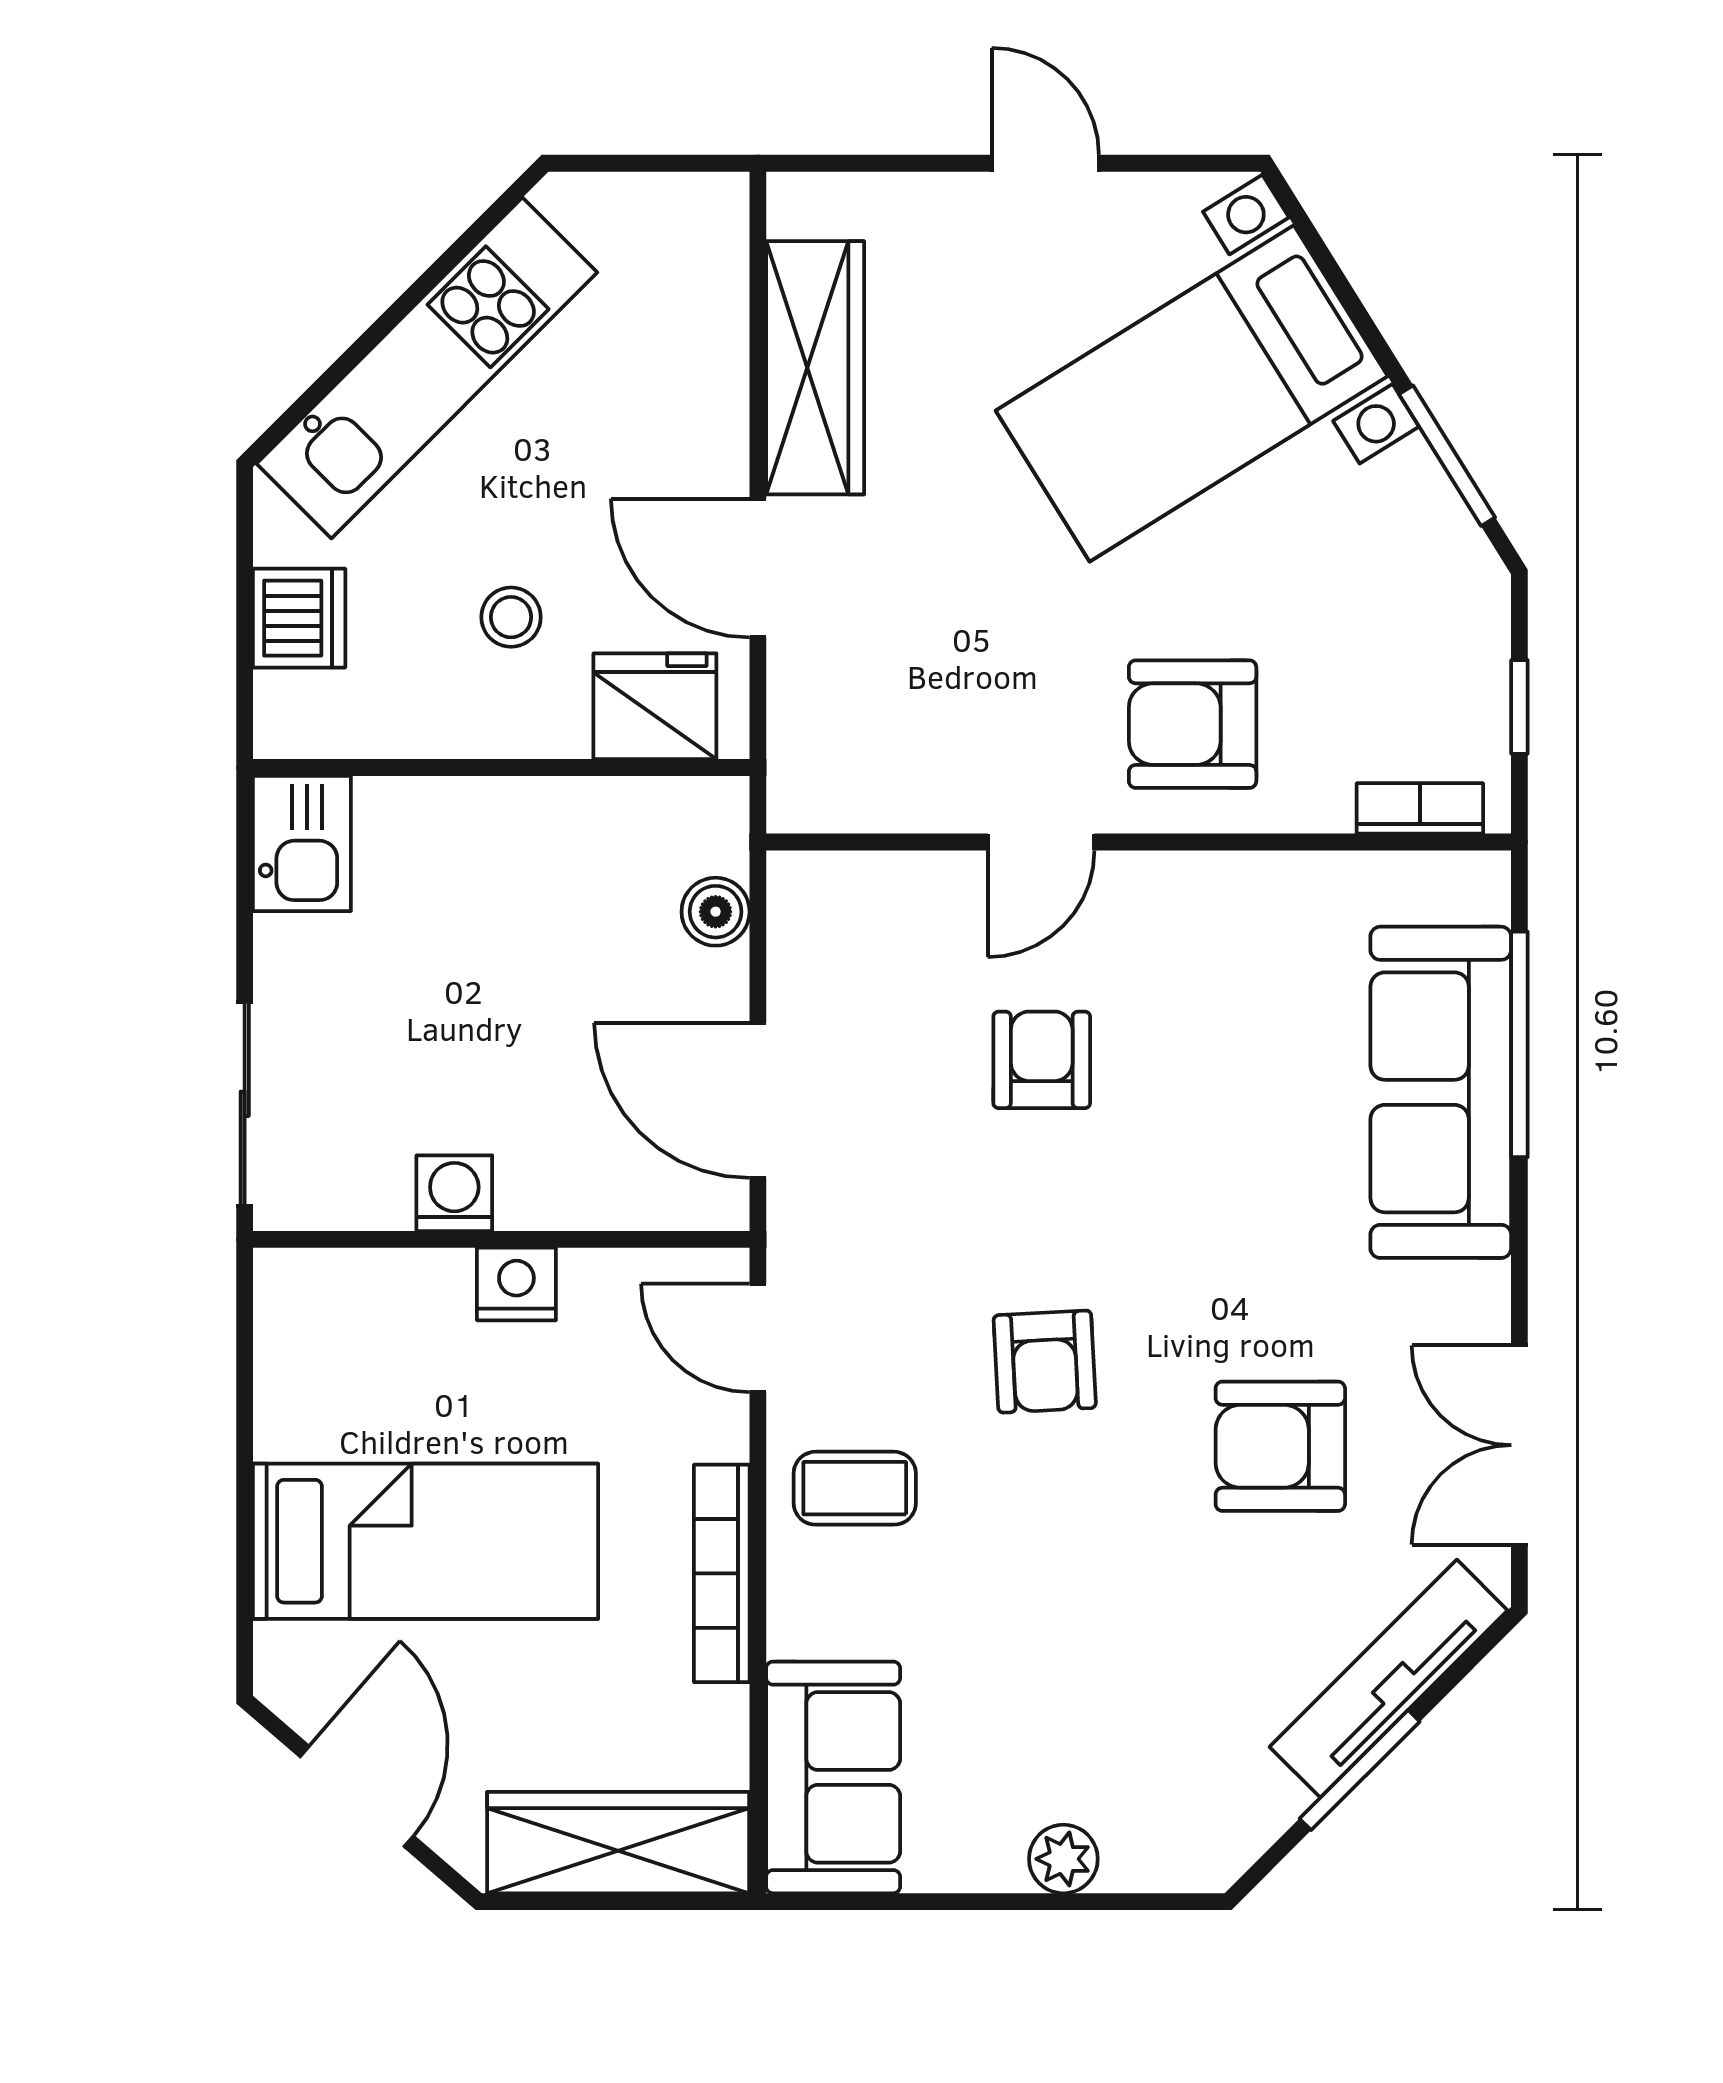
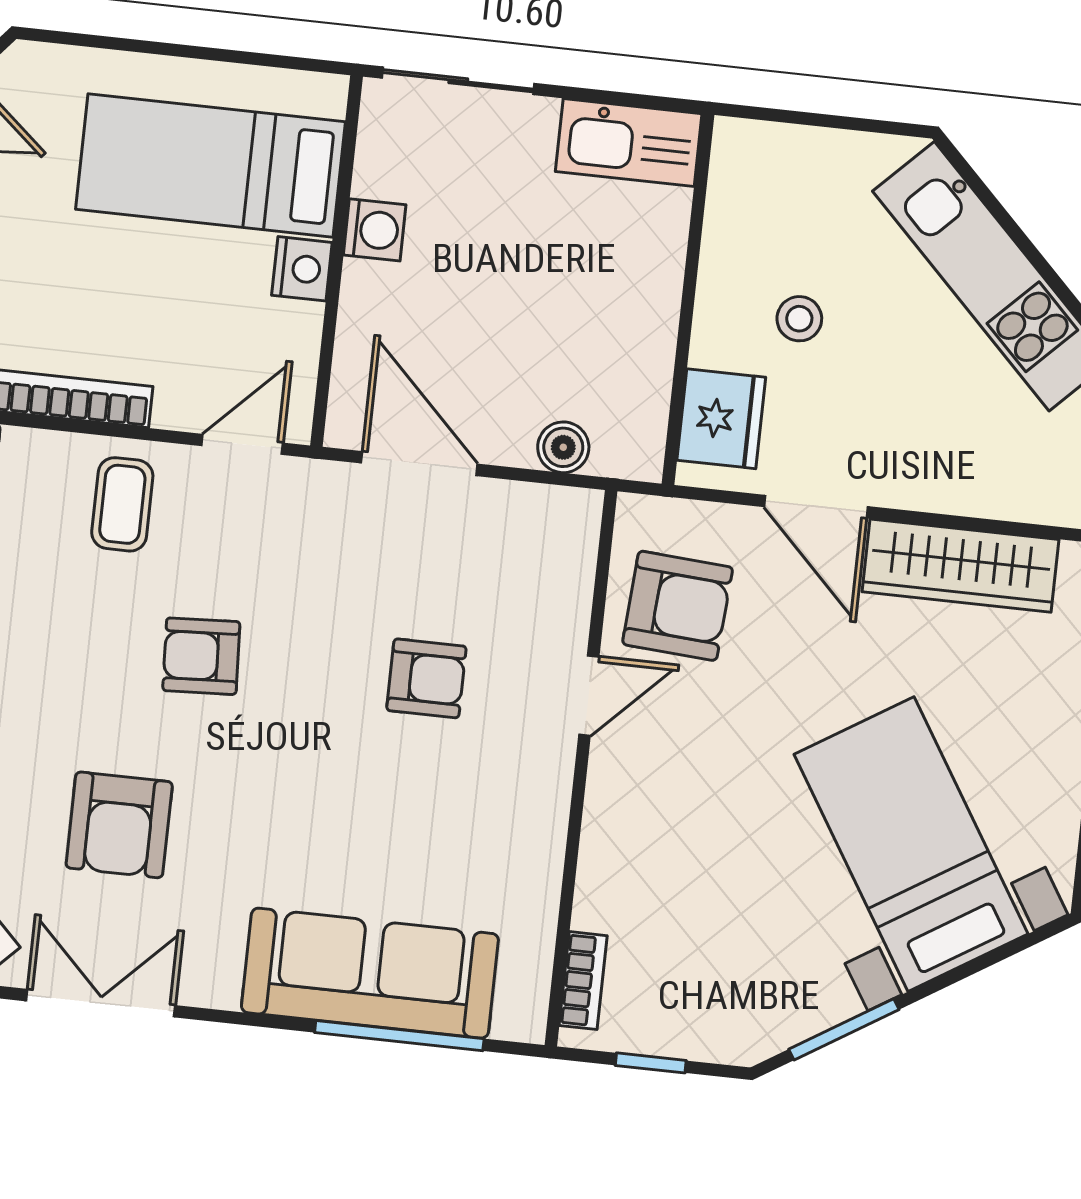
door: (758, 568) -> (816, 507), swing flipped
dishwasher: (299, 618) -> (816, 161), removed
armchair: (1193, 724) -> (678, 606), moved, turned 94
door: (1041, 842) -> (589, 696), swing flipped
kitchen sink: (302, 843) -> (629, 143), width x1.38
door: (758, 1100) -> (419, 464), hinge flipped
armchair: (1280, 1446) -> (119, 825), turned 180
bed: (426, 1541) -> (210, 165), moved, turned 90

